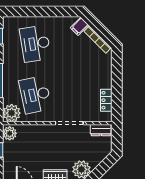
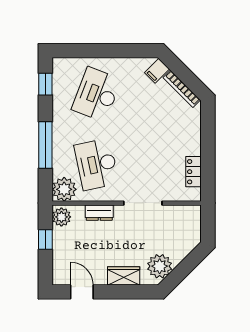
desk: (35, 44) -> (97, 94), turned 30
dresser: (101, 130) -> (99, 213), moved

